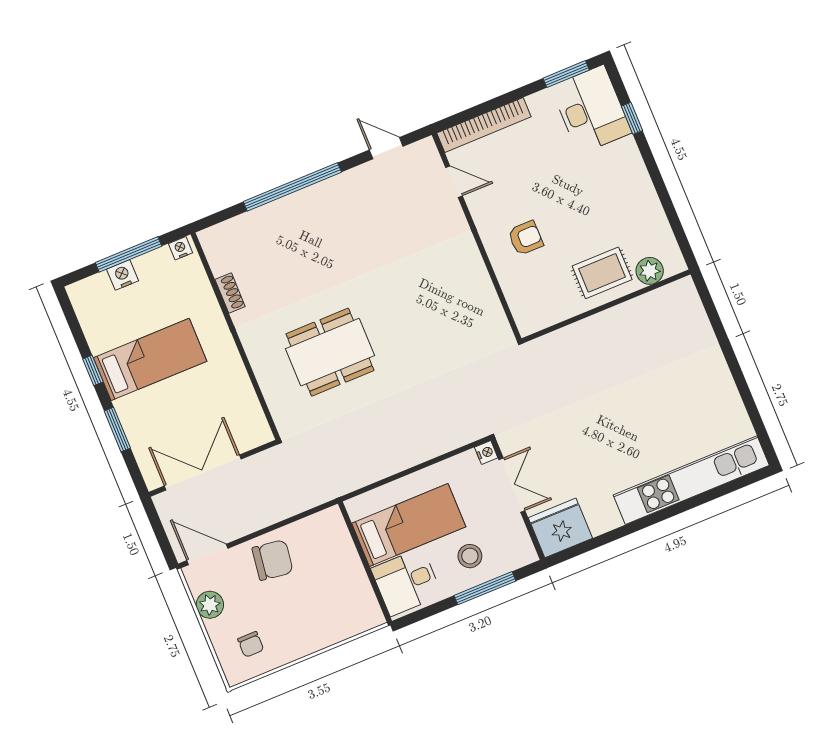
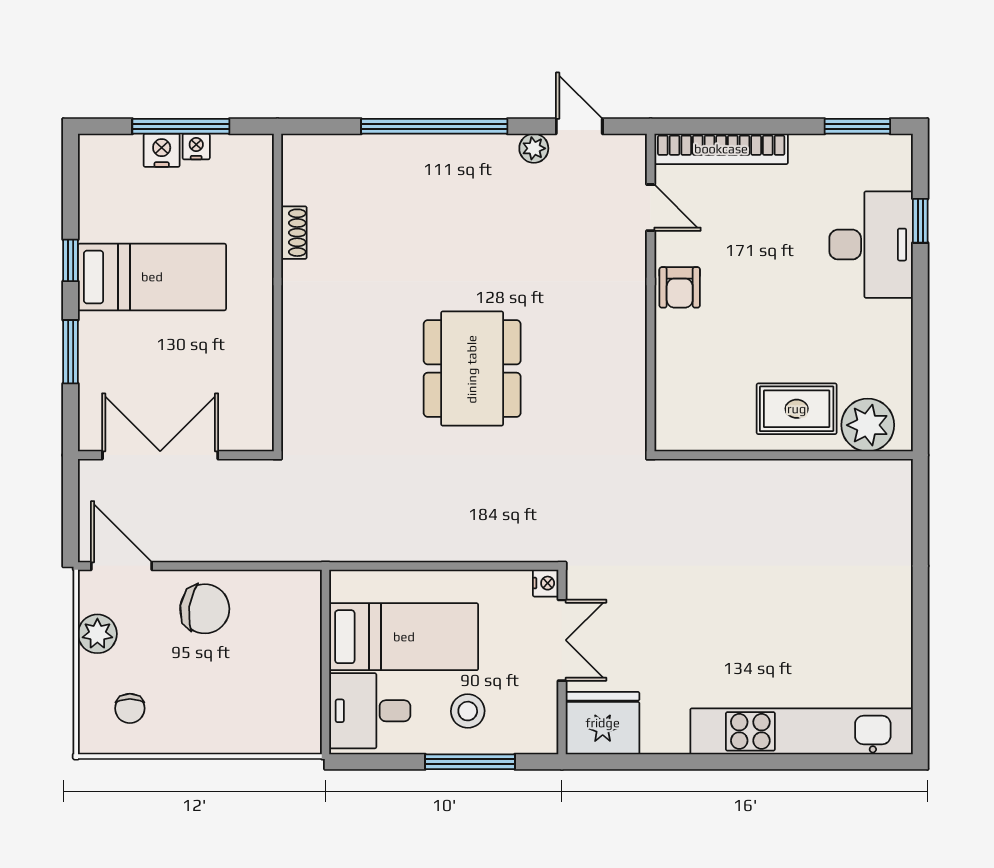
desk: (591, 110) -> (871, 245), moved
plant: (363, 174) -> (534, 148), added
armchair: (526, 238) -> (680, 287), moved, turned 90
nightstand: (180, 248) -> (196, 147), moved
plant: (650, 271) -> (868, 425), width x1.36, depth x1.36
dining table: (330, 352) -> (472, 369), moved, turned 90

